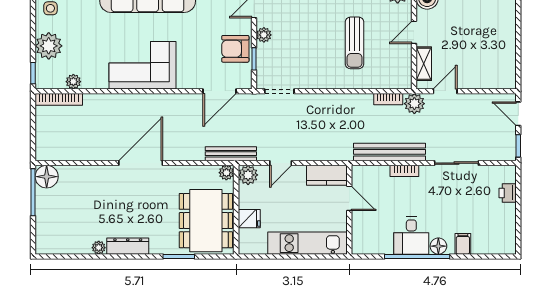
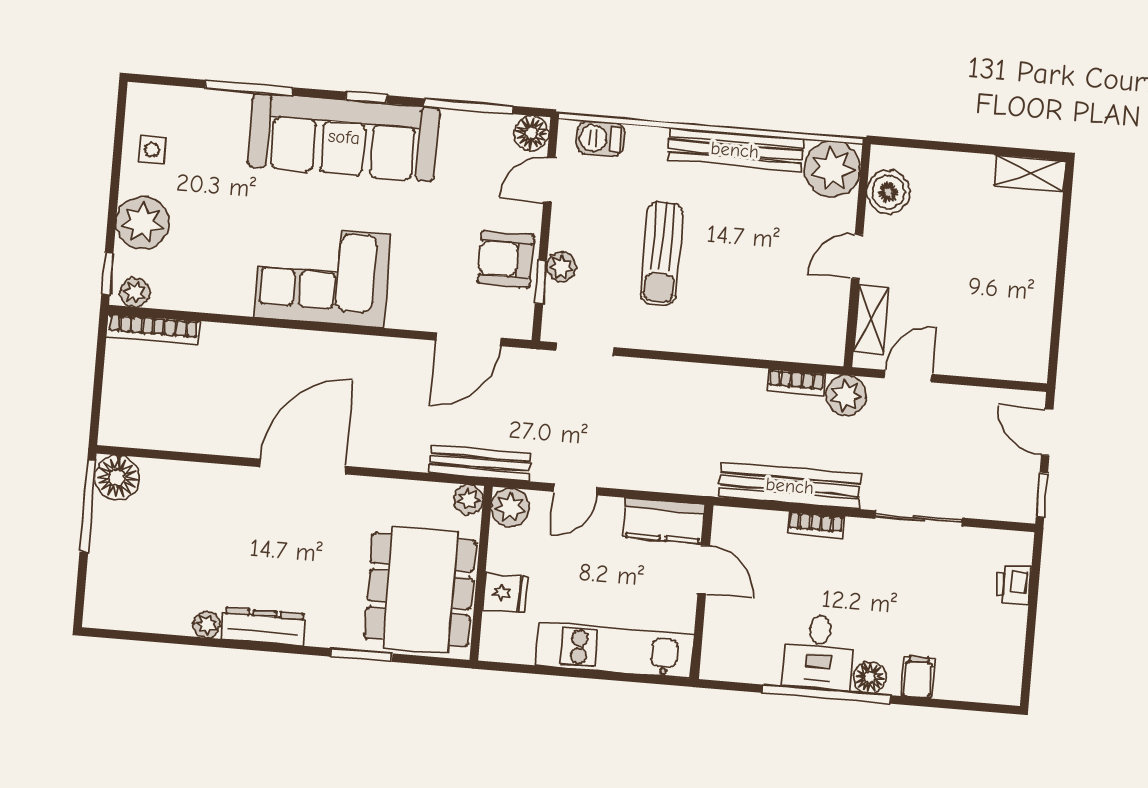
plant: (264, 35) -> (561, 267), moved
sun lounger: (355, 43) -> (661, 253), moved
plant: (73, 82) -> (135, 292), moved

